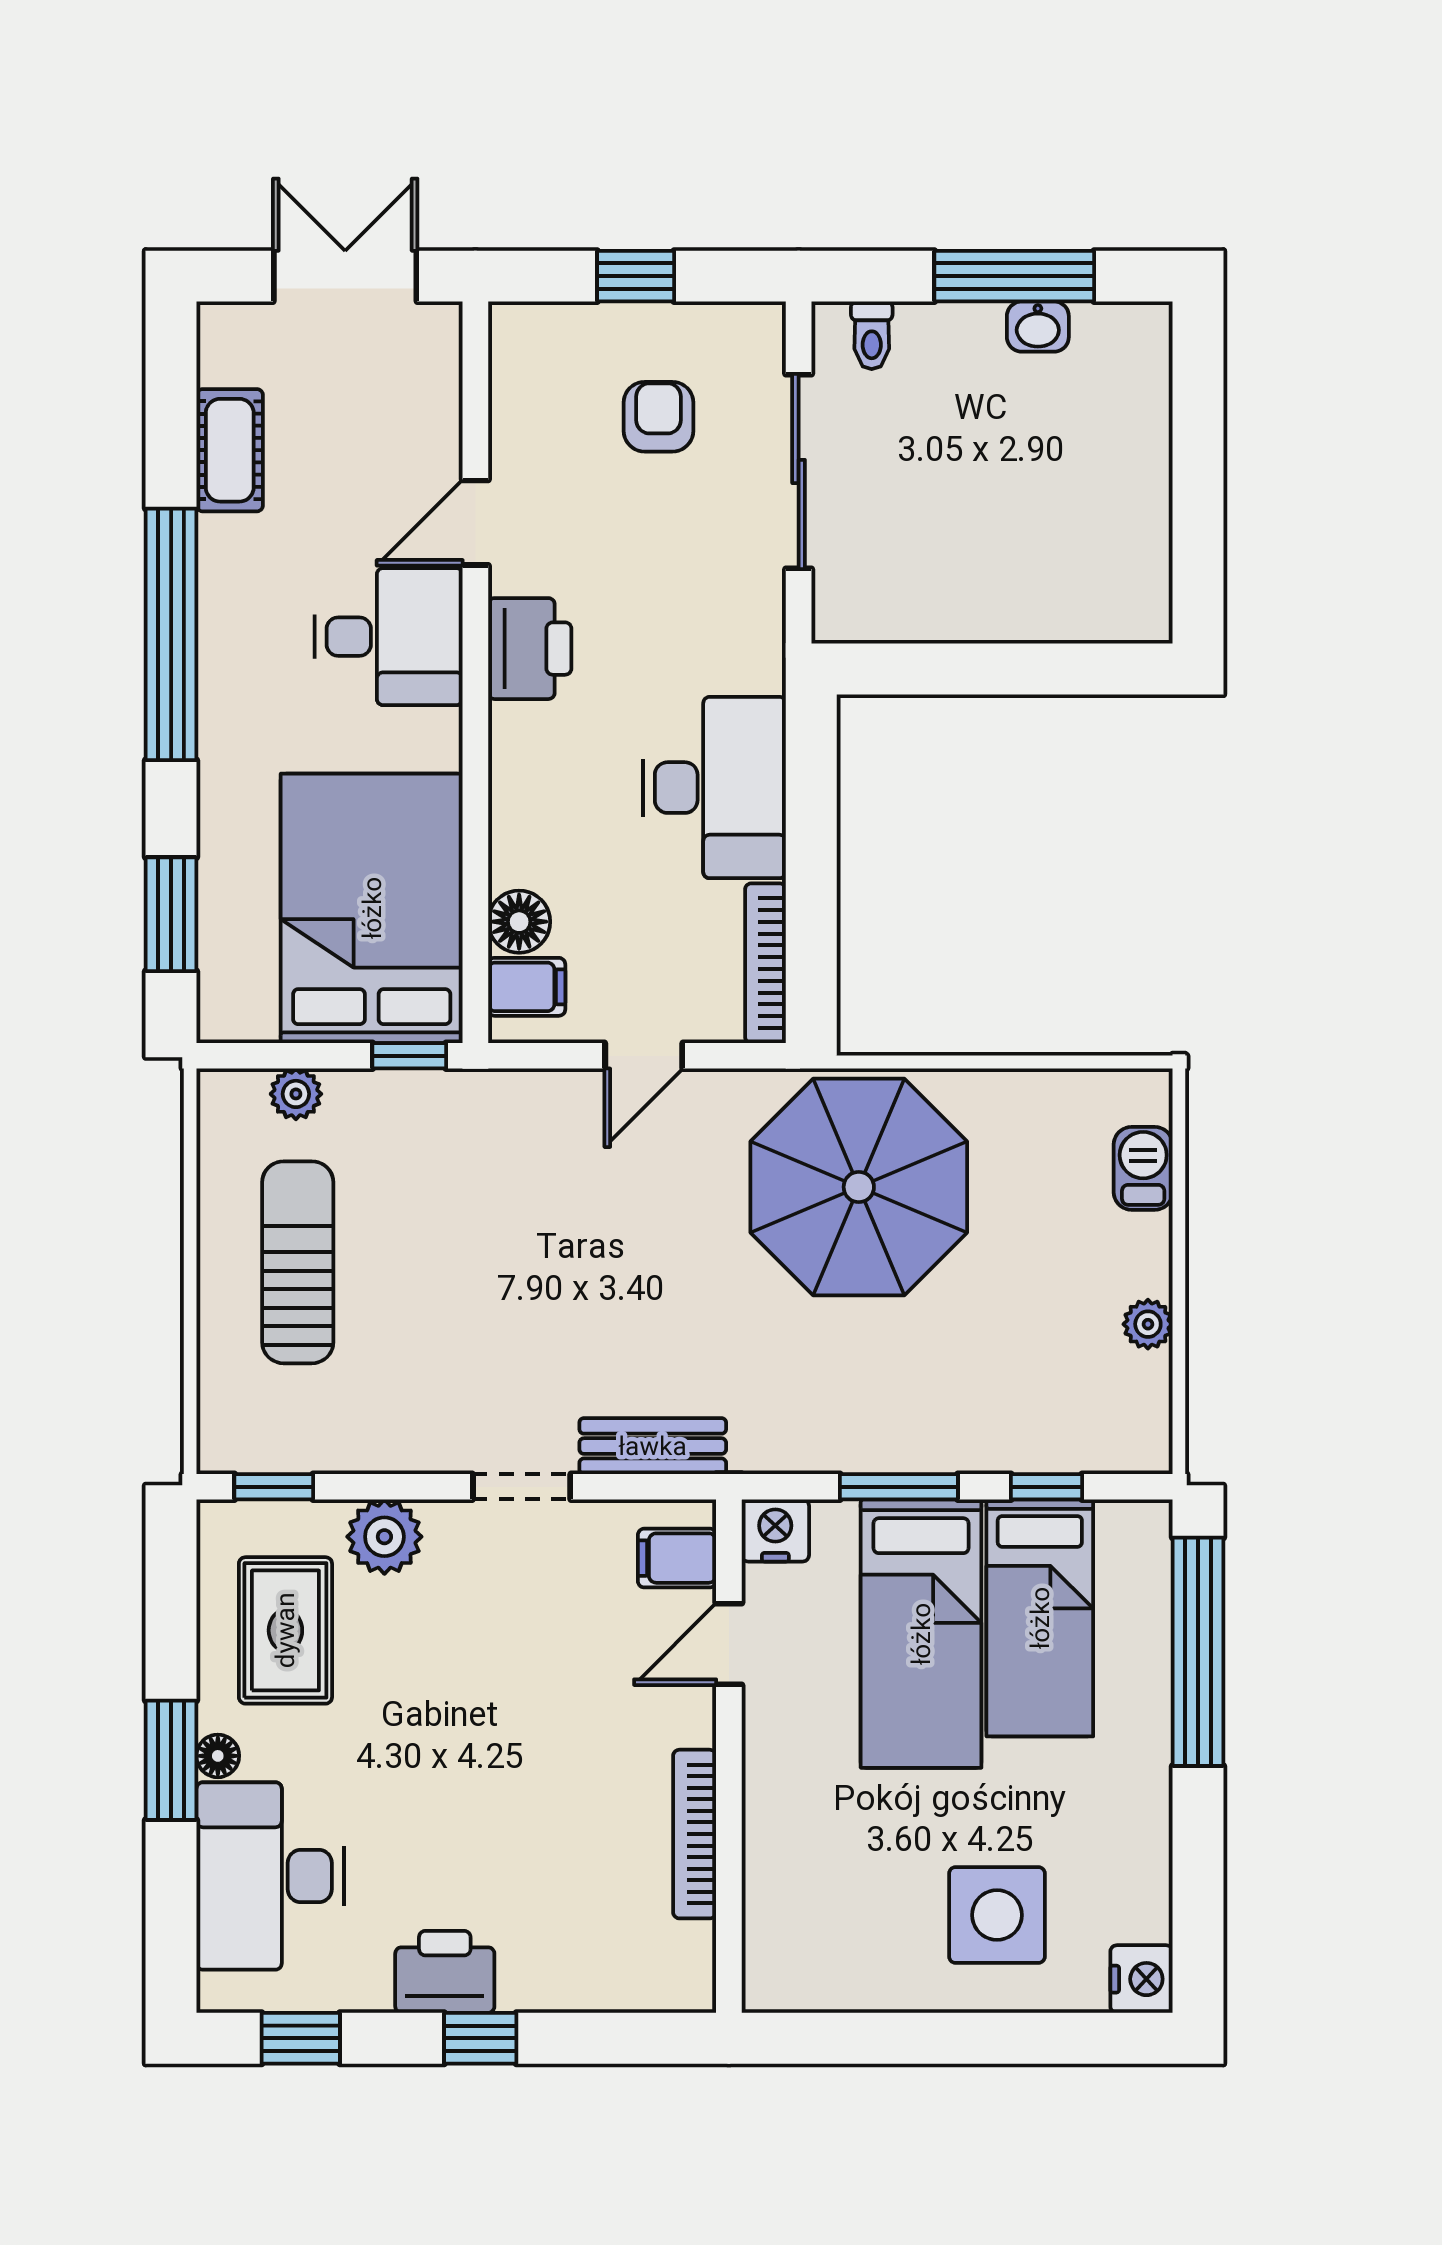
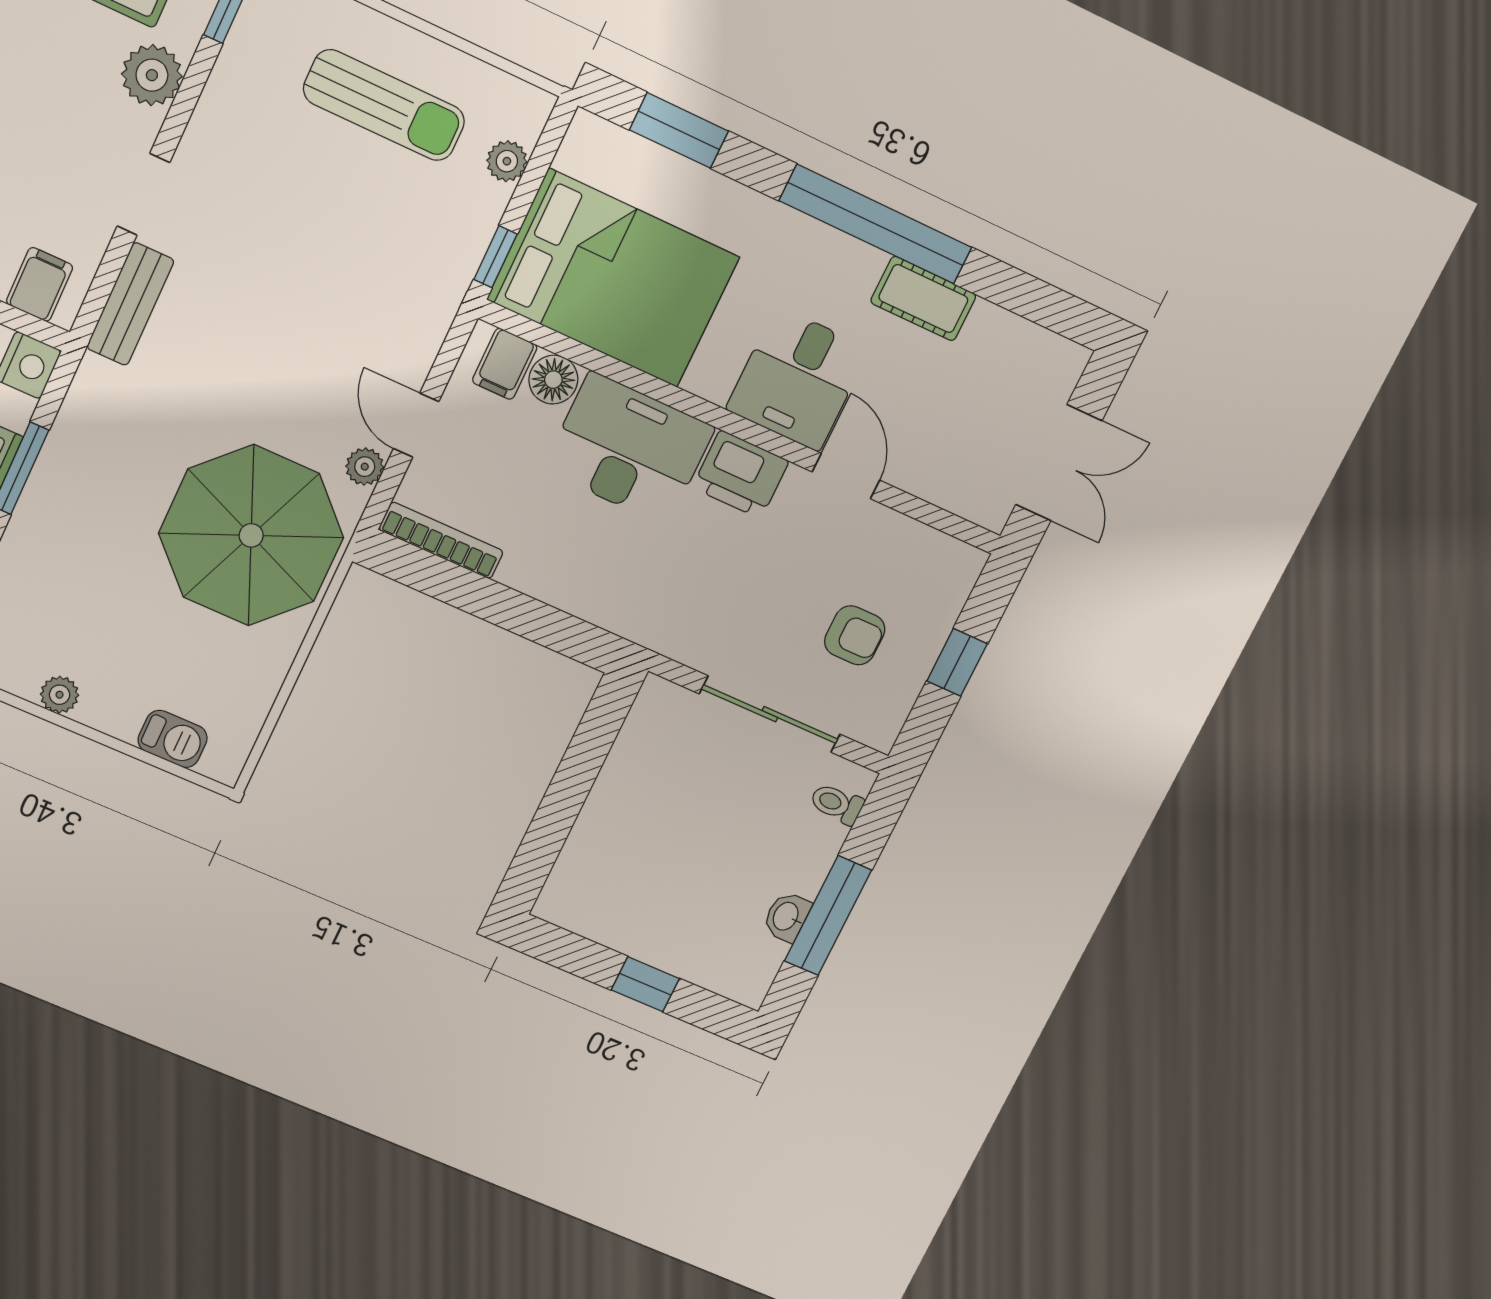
cot: (230, 450) -> (923, 299), moved
window: (1198, 459) -> (645, 984), added
desk: (715, 788) -> (629, 449), moved, turned 180
plant: (719, 1093) -> (365, 467), added

